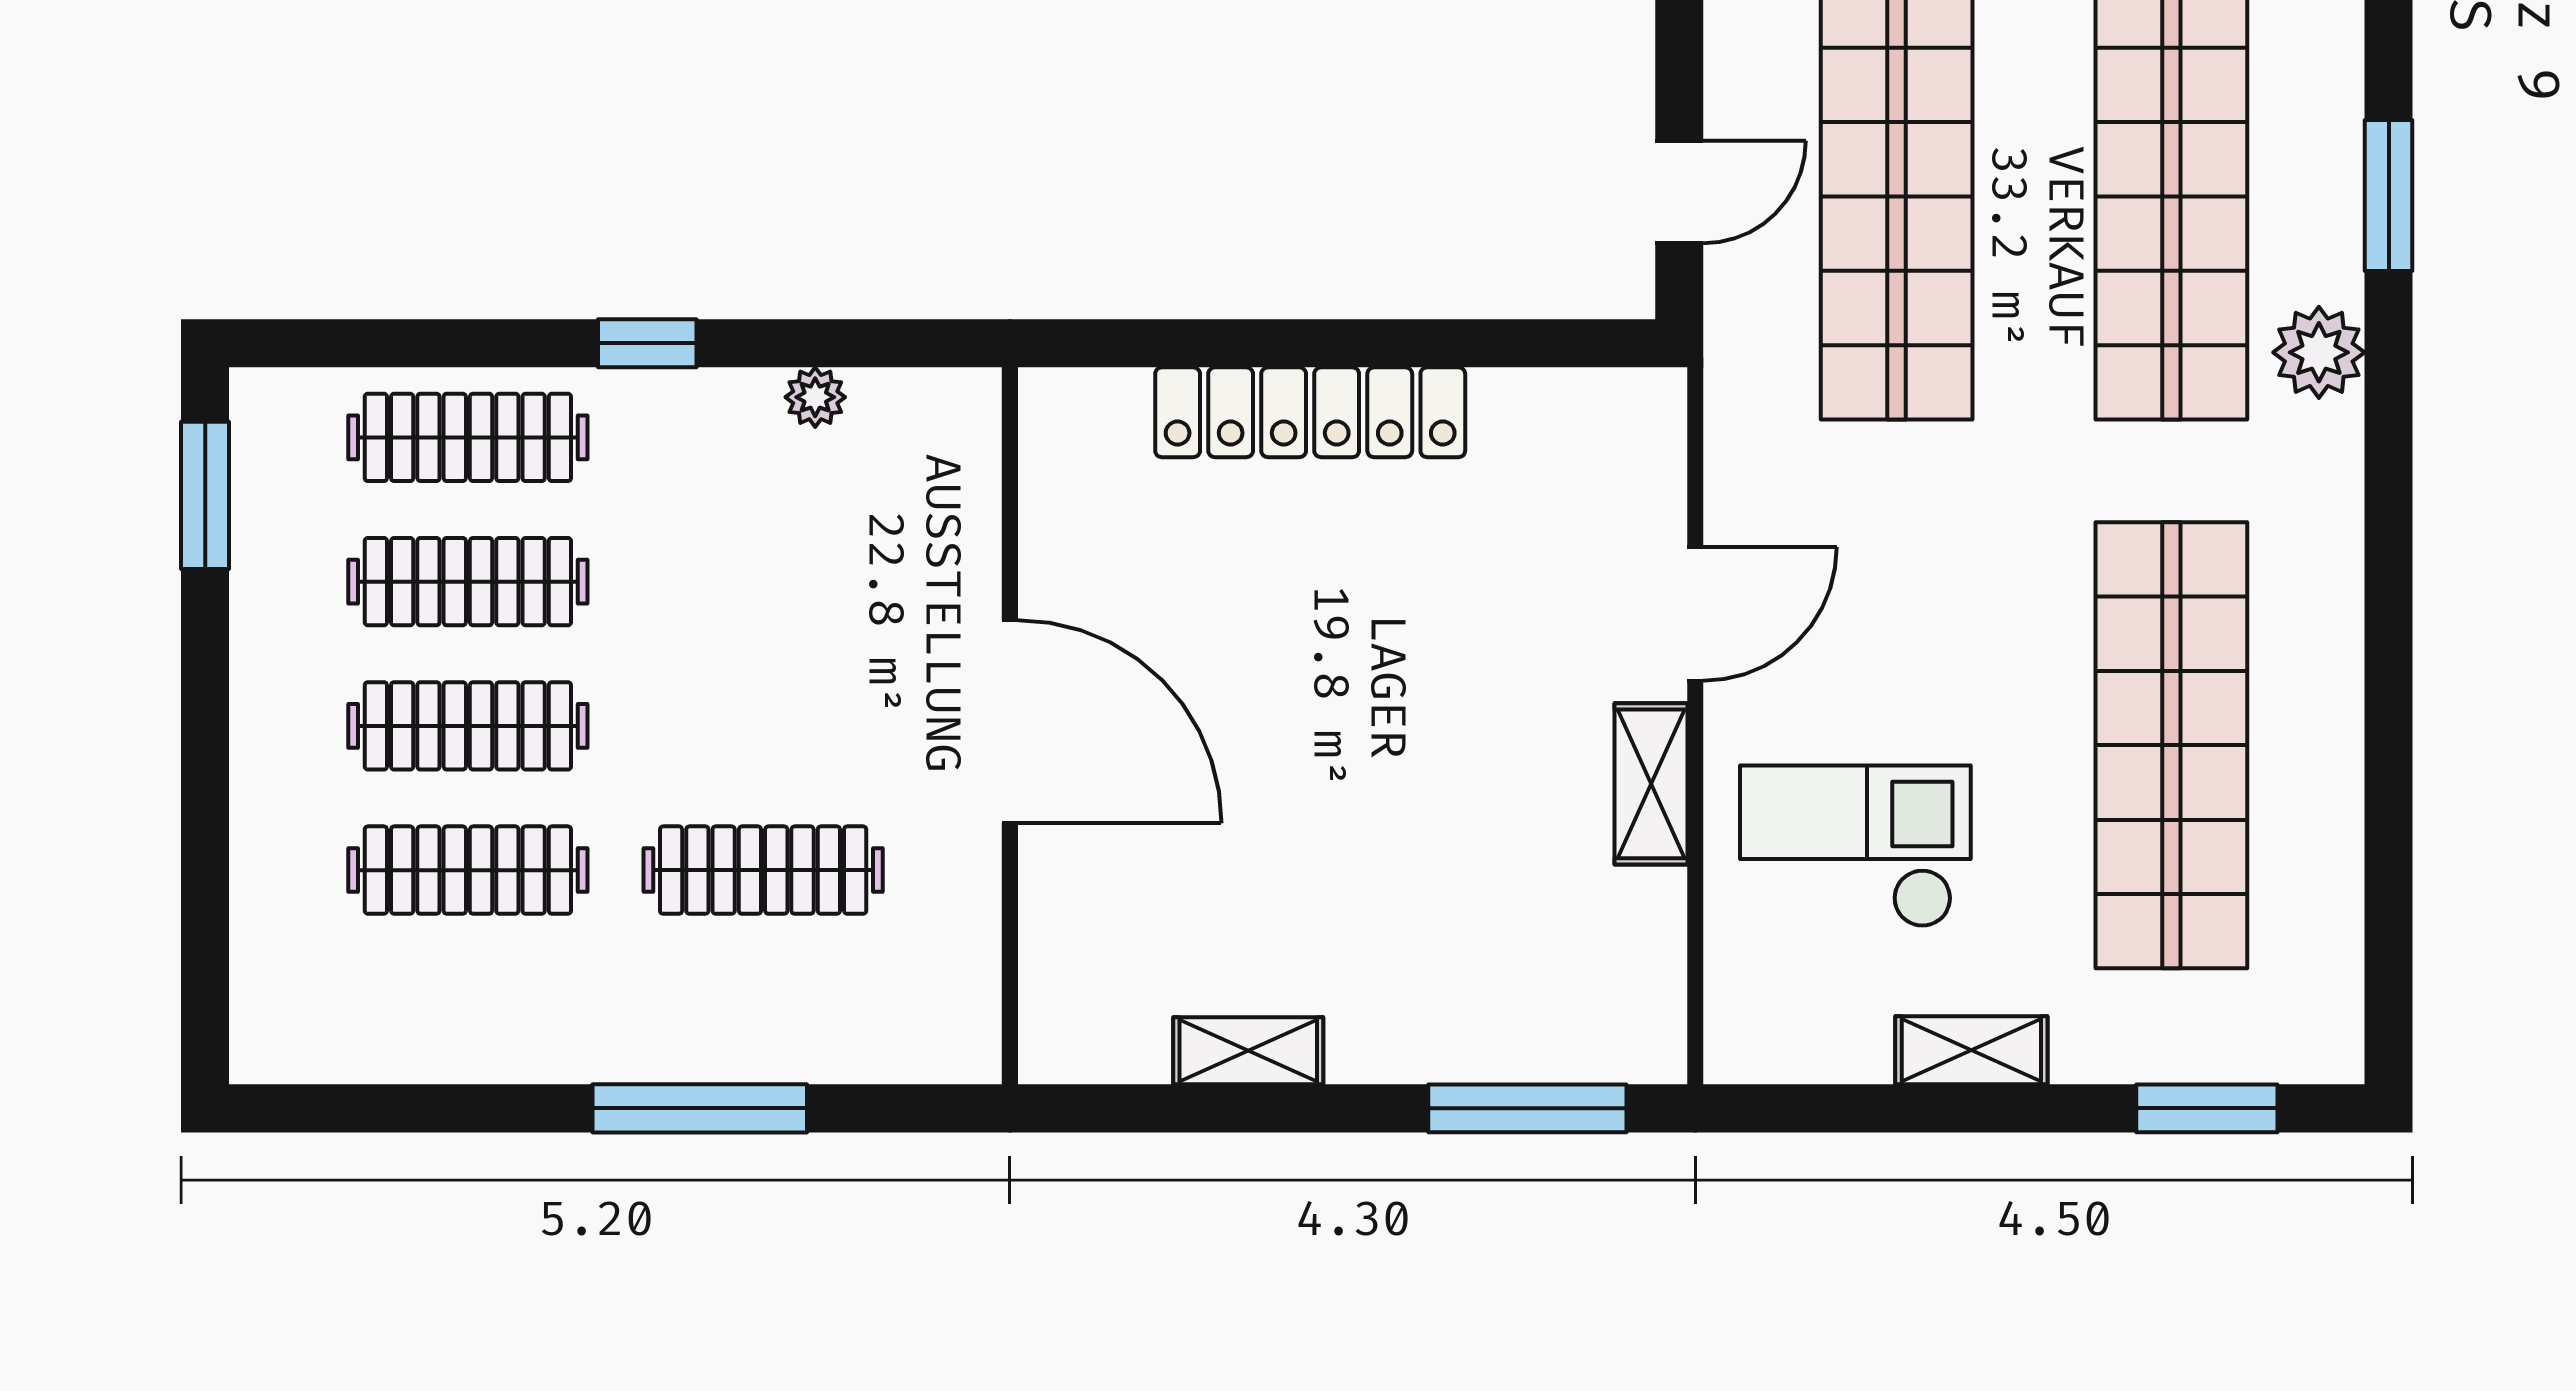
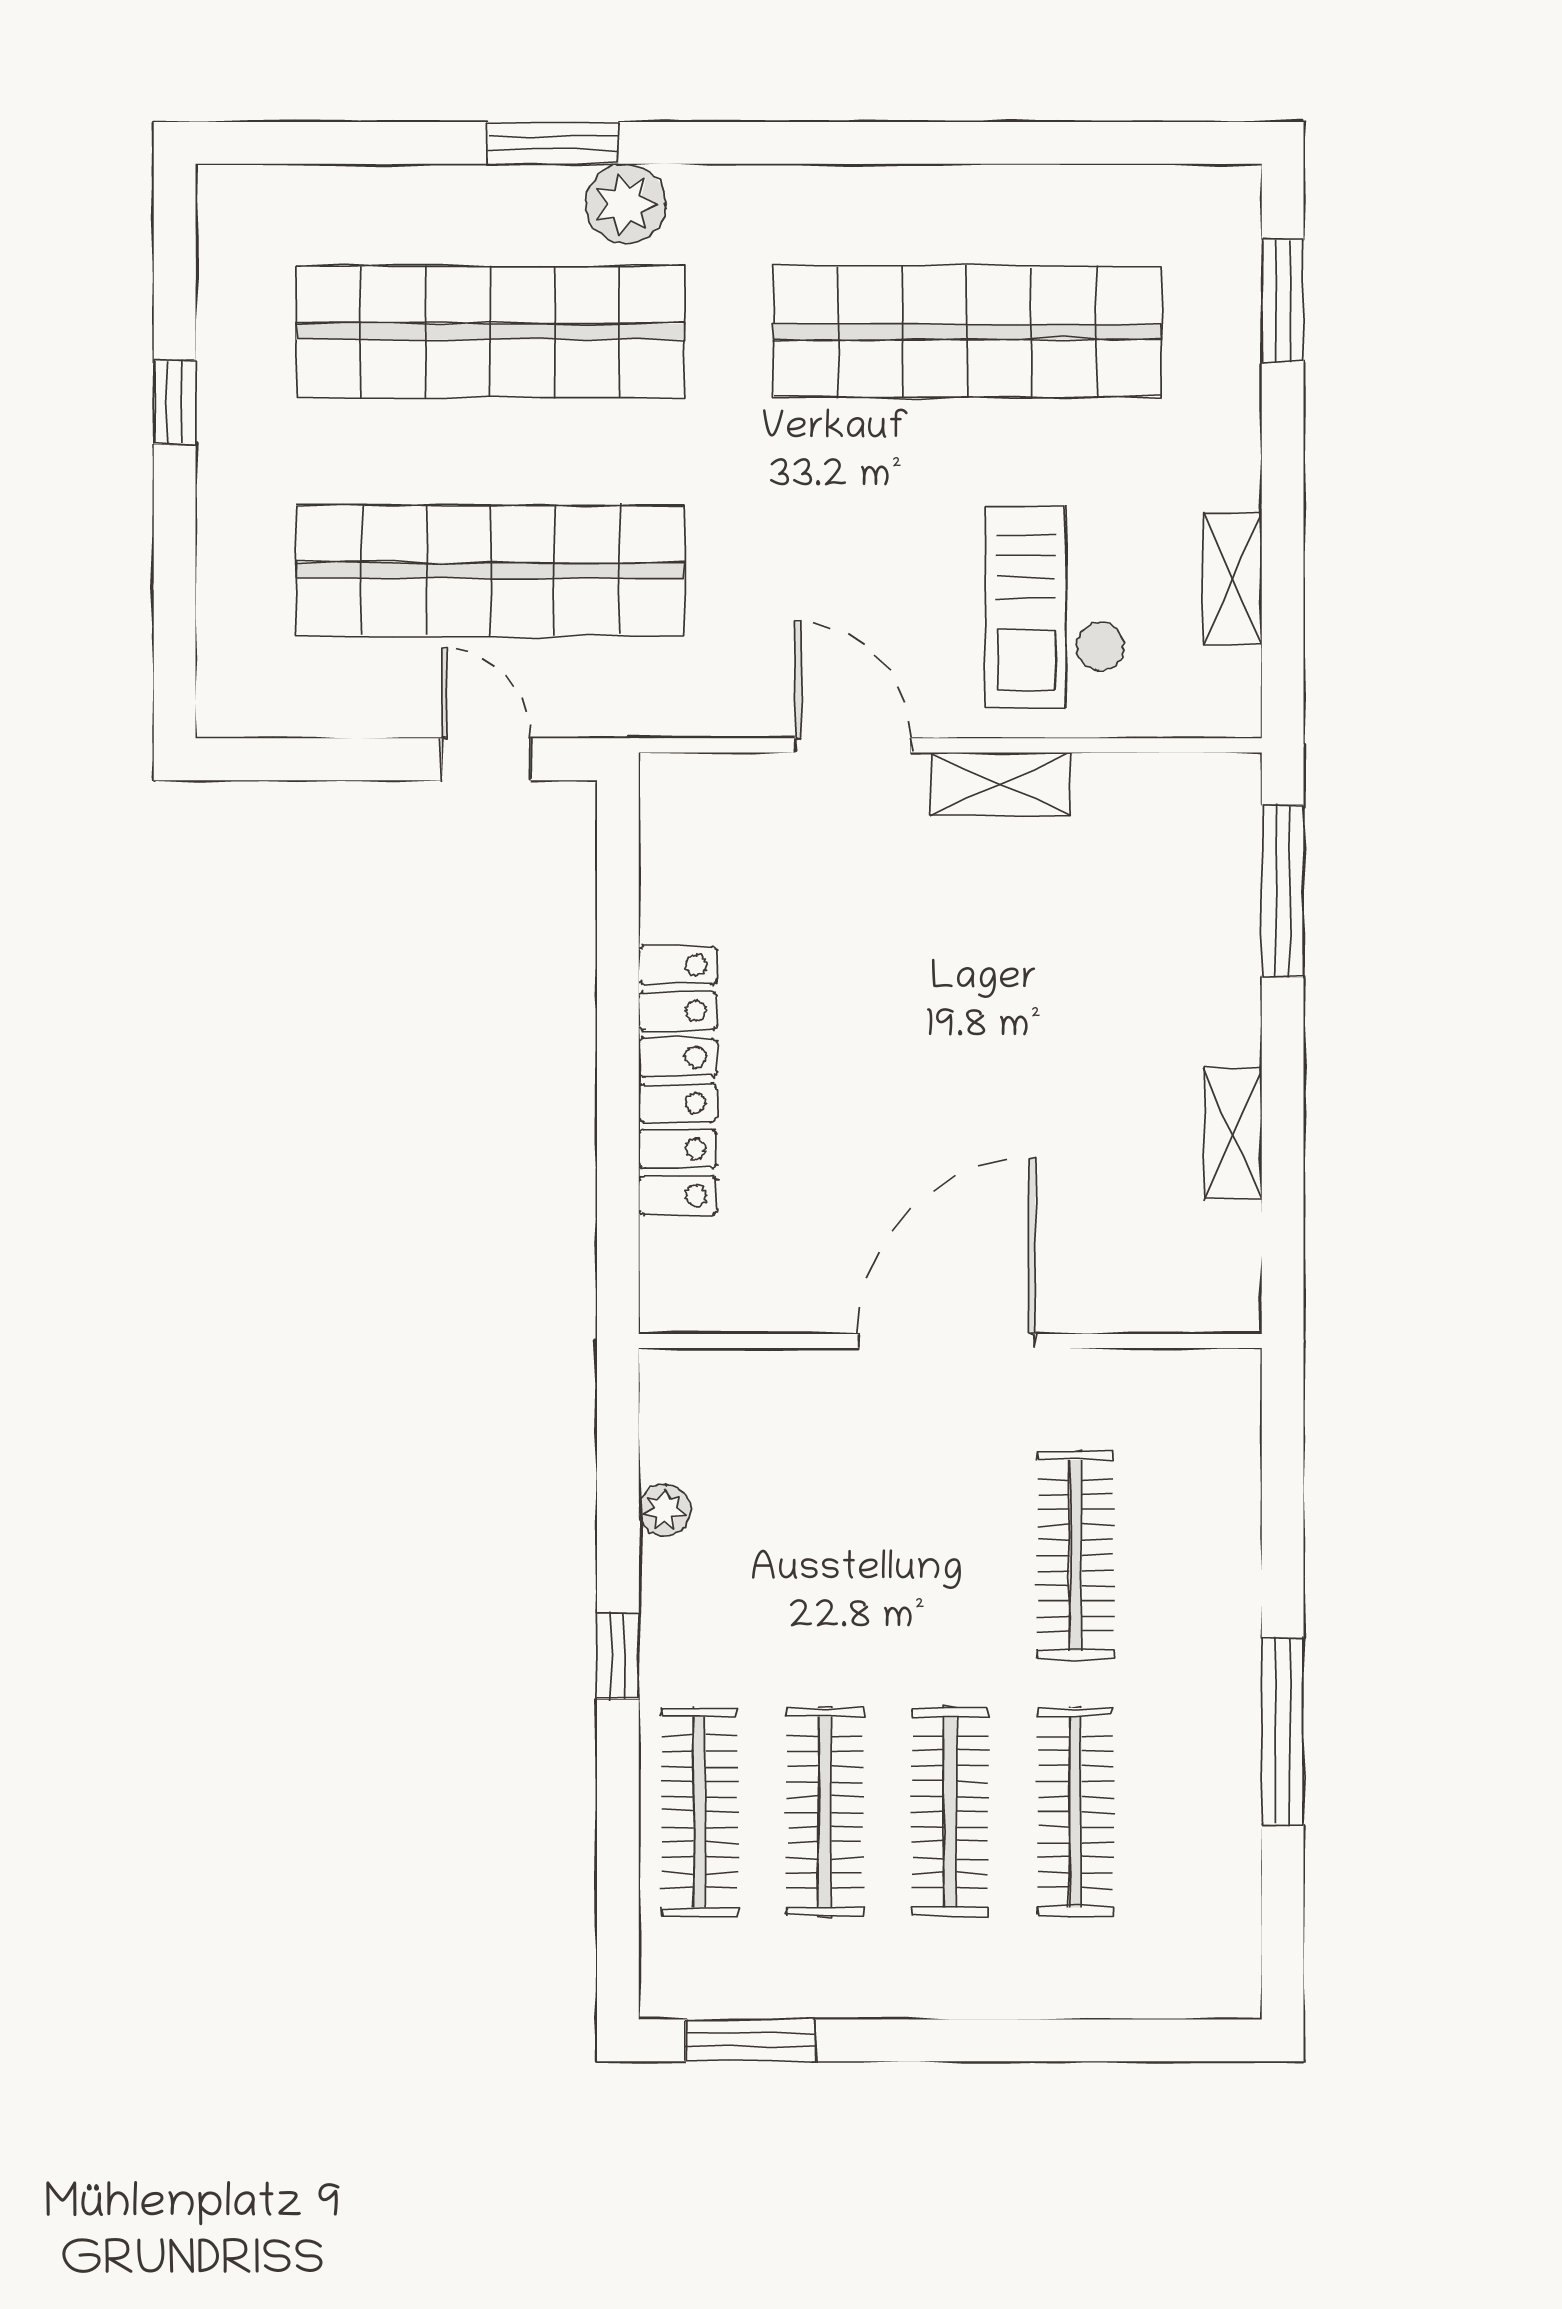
window: (2389, 196) -> (553, 143), moved
shelving: (1971, 1050) -> (1232, 579), moved
window: (700, 1108) -> (1283, 1731), moved

